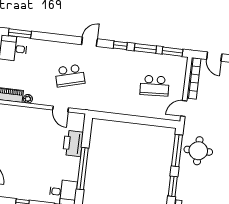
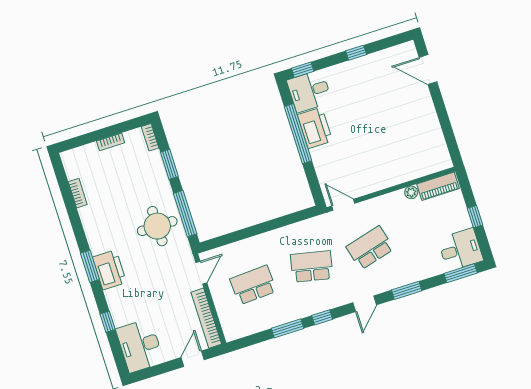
window: (172, 52) -> (407, 290), moved
door: (214, 57) -> (193, 359), hinge flipped
school desk: (112, 81) -> (312, 266), added
door: (61, 109) -> (343, 205), moved
printer: (73, 143) -> (315, 128), moved

